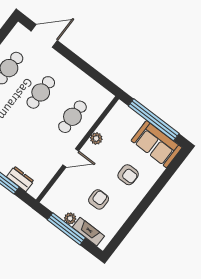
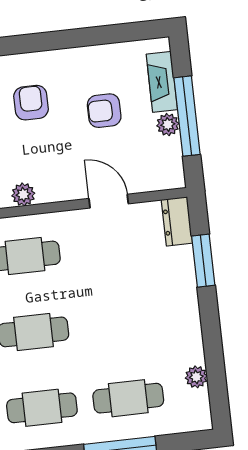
door: (71, 158) -> (109, 201), moved
dresser: (20, 179) -> (177, 221), moved

